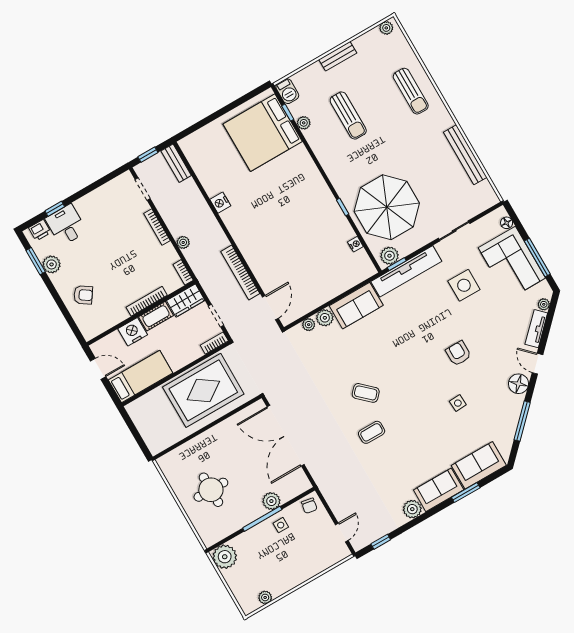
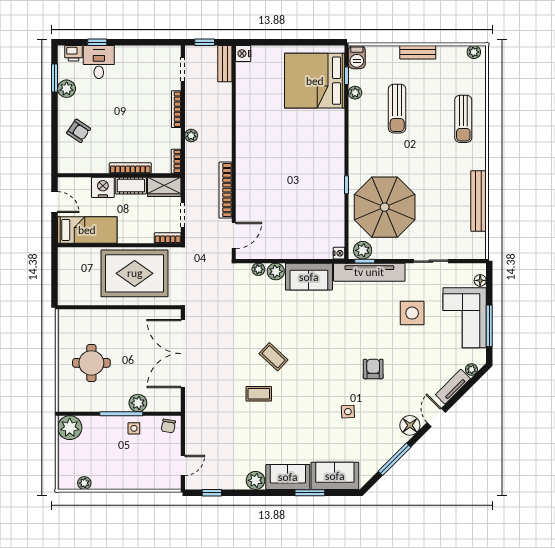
nightstand: (220, 203) -> (243, 54), moved
nightstand: (355, 244) -> (339, 253), moved

